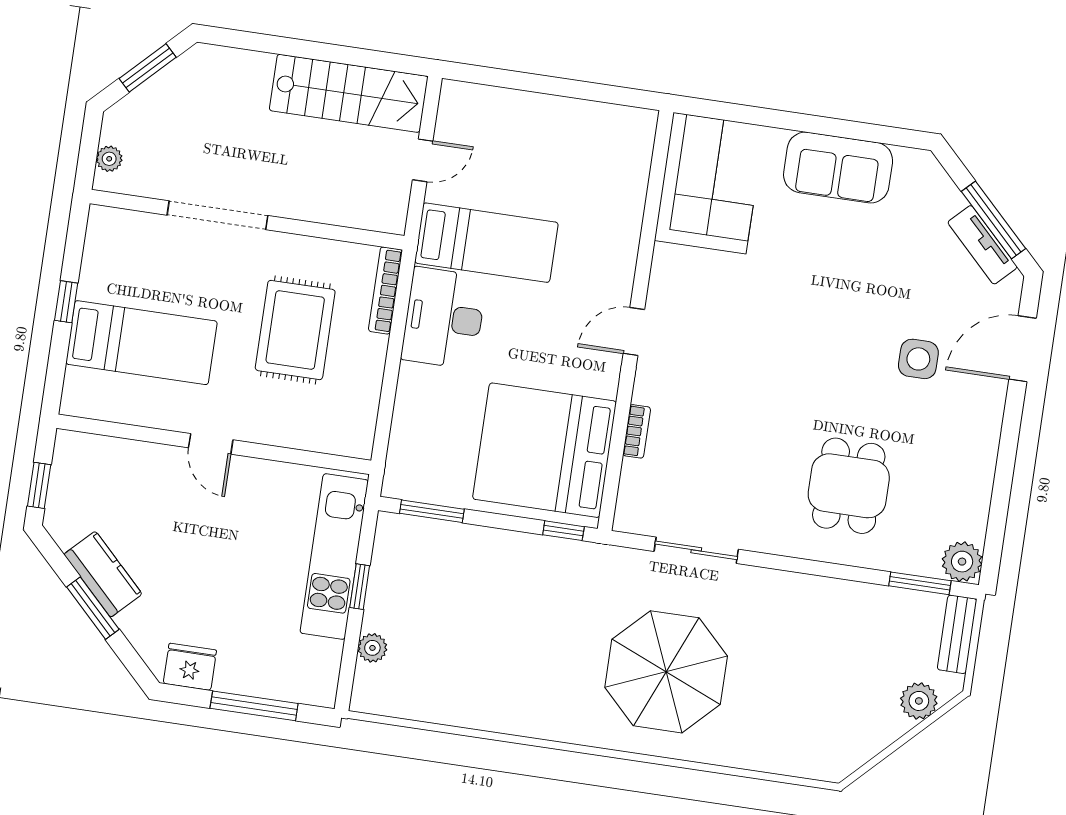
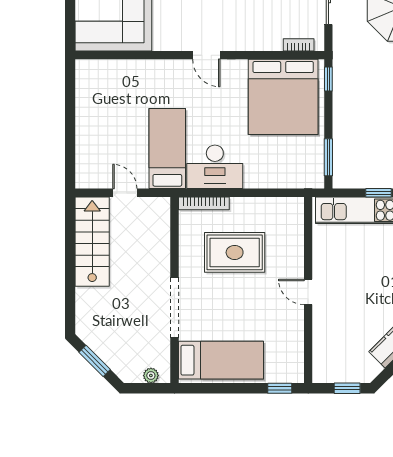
window: (66, 302) -> (280, 388), moved
bed: (142, 343) -> (221, 360), moved, turned 90
bookcase: (637, 431) -> (299, 45), moved
door: (211, 444) -> (308, 292), swing flipped

